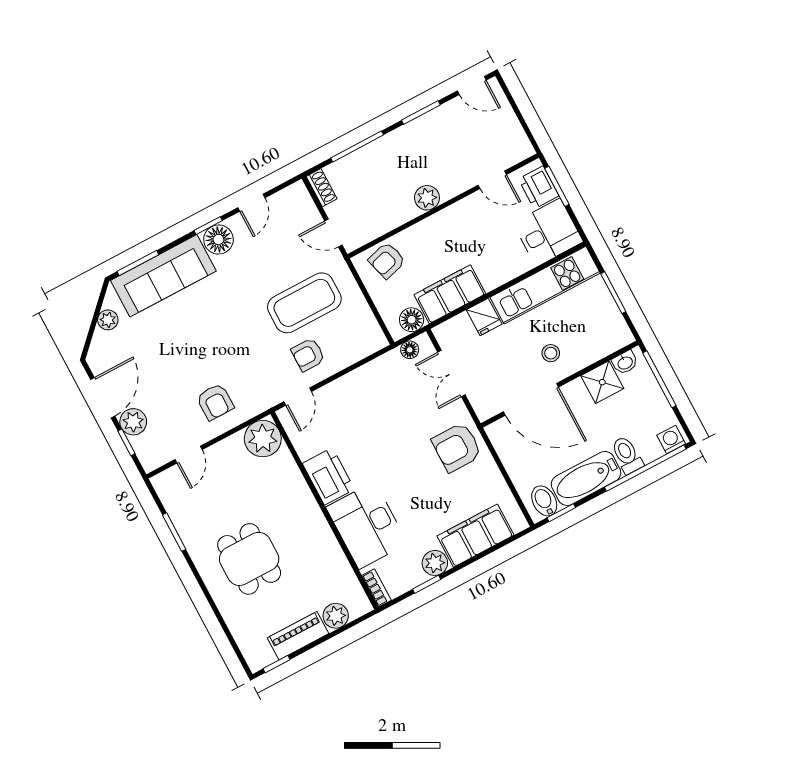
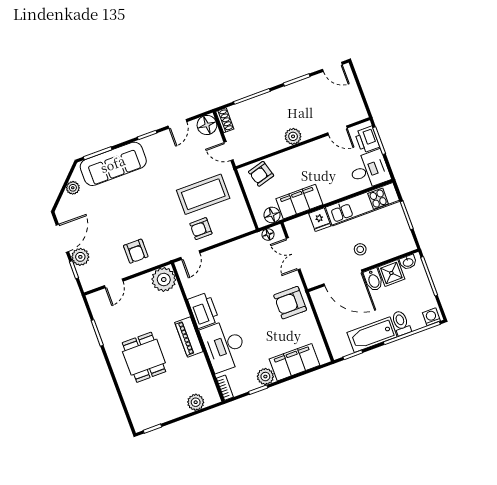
floor lamp: (218, 239) -> (207, 125), moved
bidet: (544, 501) -> (373, 280), moved, turned 180
piano: (298, 636) -> (189, 337), moved, turned -90

